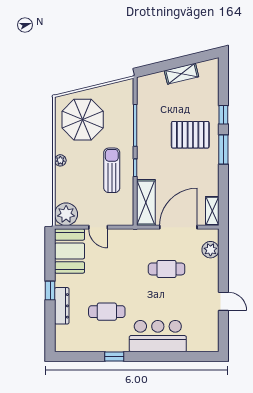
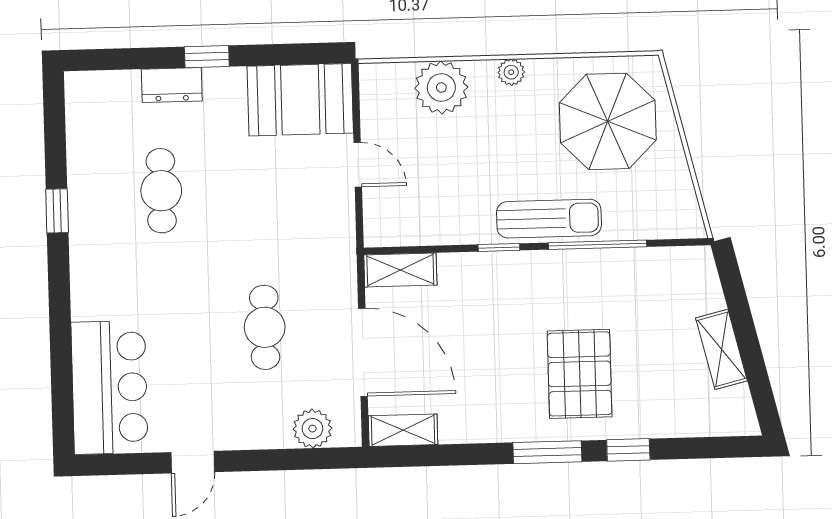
sun lounger: (112, 170) -> (549, 219), moved
shelving: (146, 202) -> (400, 270), width x0.67, depth x0.75
plant: (66, 214) -> (441, 88), moved
door: (98, 227) -> (358, 165), swing flipped
dresser: (62, 306) -> (172, 85), width x0.70
bar counter: (158, 336) -> (109, 387), moved

